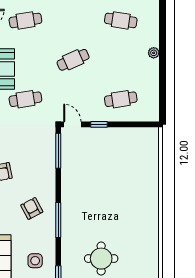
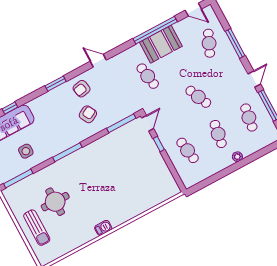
cafe table: (25, 20) -> (209, 43), turned 33
cafe table: (121, 60) -> (218, 134), added
armchair: (32, 208) -> (88, 114), moved
barbecue: (153, 225) -> (103, 228), added

